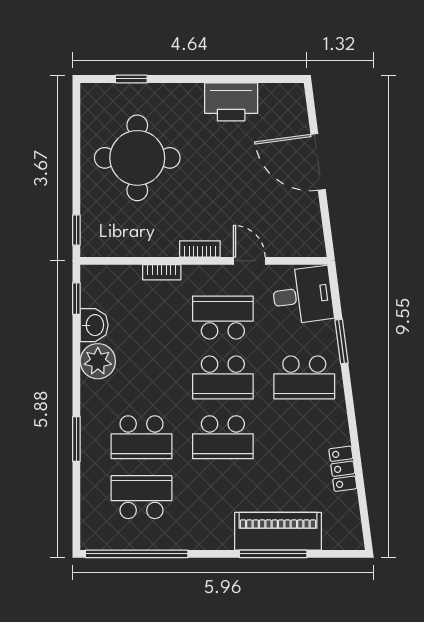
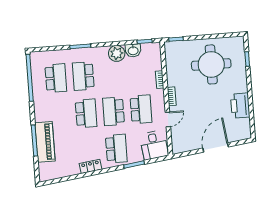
school desk: (304, 377) -> (116, 149), turned 180
school desk: (223, 437) -> (86, 113), turned 180
locker: (343, 469) -> (90, 166), moved

